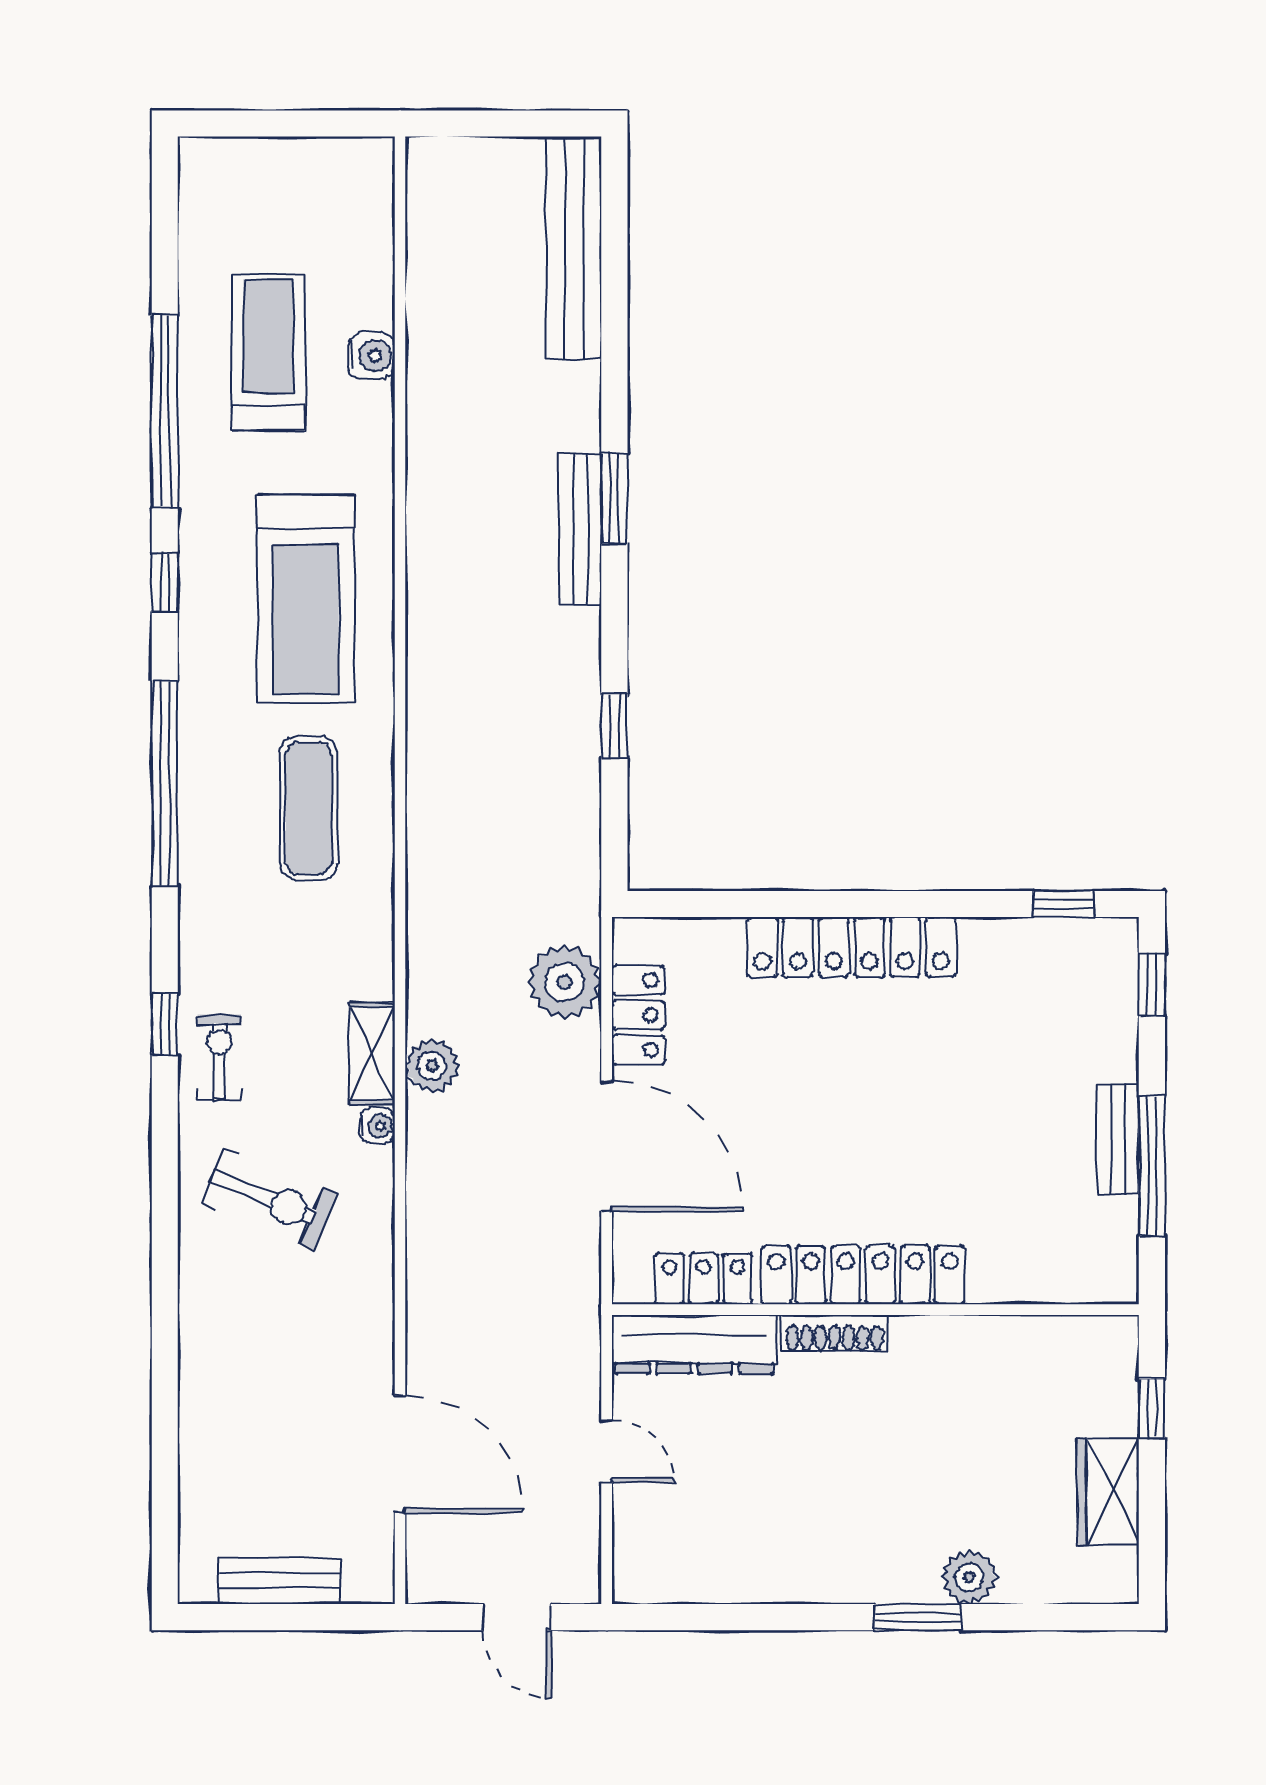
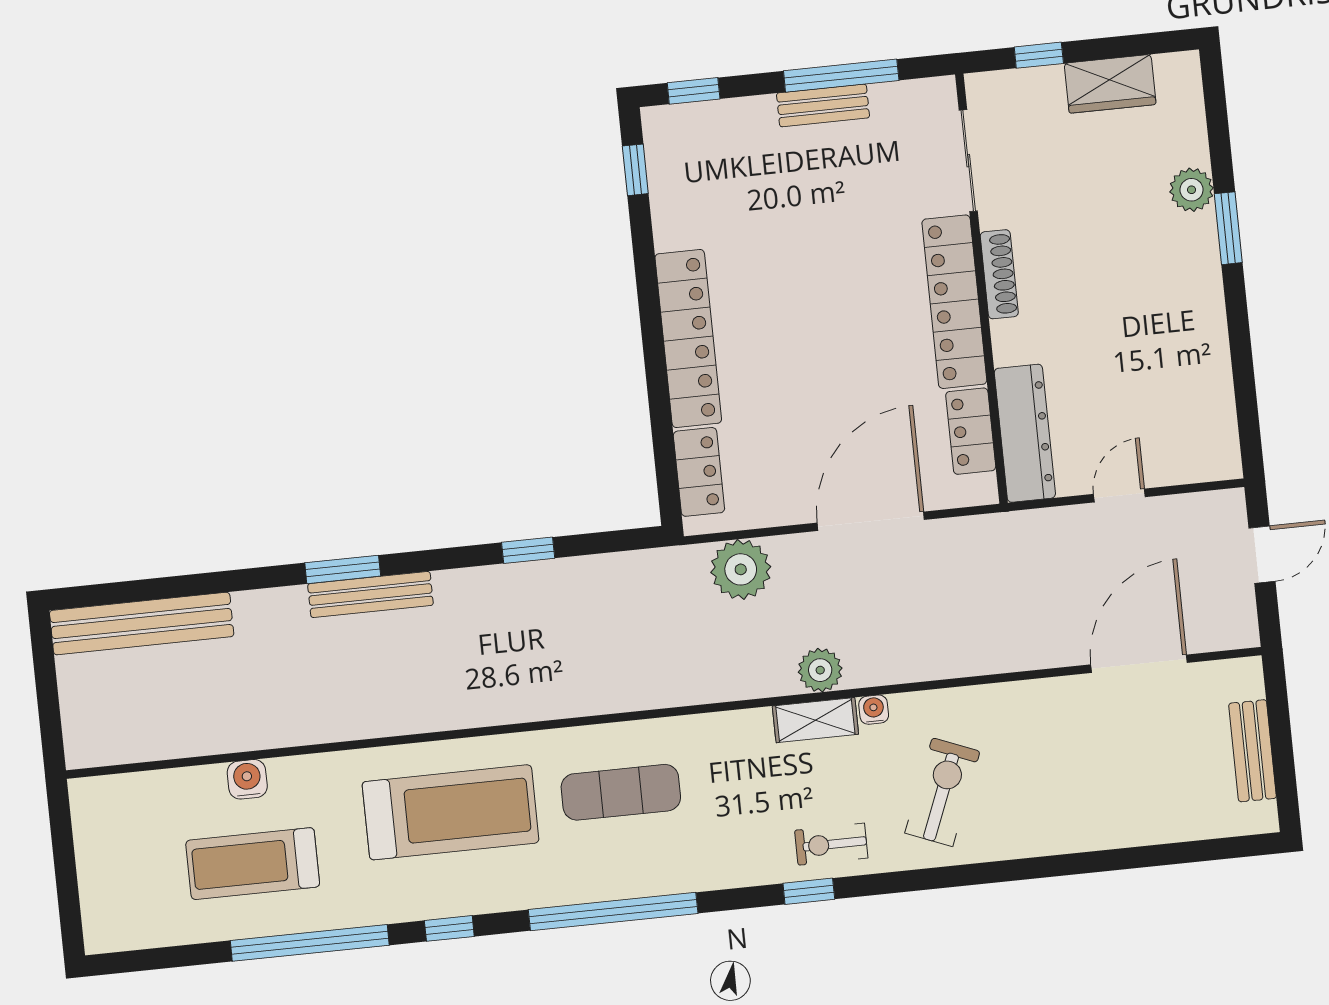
locker: (638, 1015) -> (699, 472), moved, turned 90
sliding door: (1033, 1310) -> (968, 161), added
shoe rack: (834, 1333) -> (999, 274), moved

